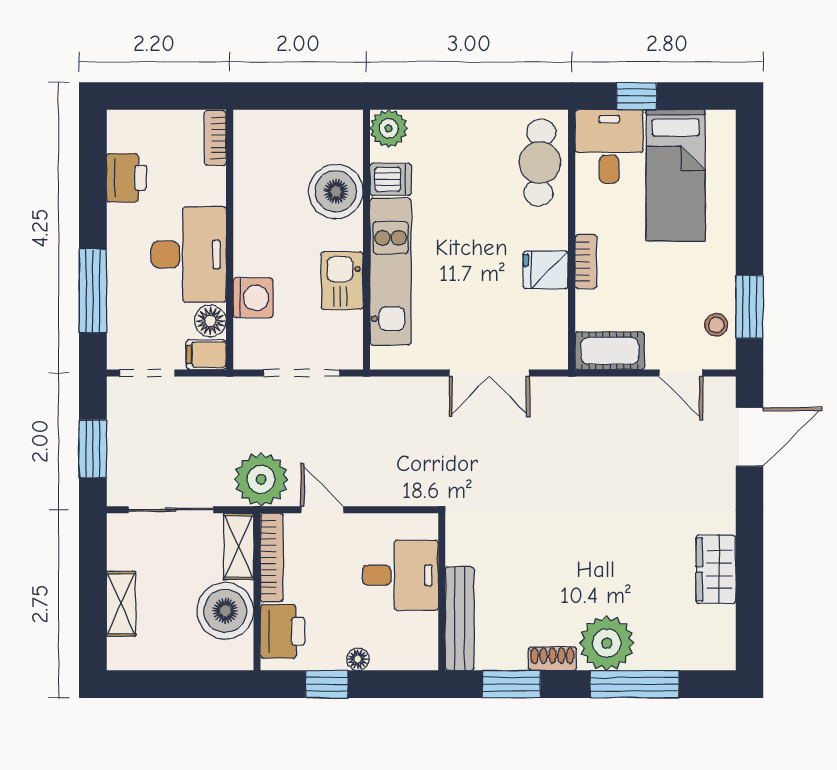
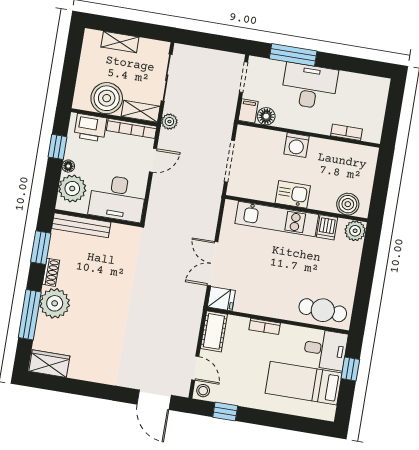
bookcase: (215, 138) -> (346, 132), moved
printer: (126, 178) -> (352, 83), removed
boiler: (336, 191) -> (348, 204), moved, width x0.73, depth x0.73
desk: (189, 255) -> (309, 86), moved, turned 180
fridge: (546, 270) -> (221, 299), moved, turned 90
kitchen sink: (342, 281) -> (293, 194), moved
washing machine: (253, 298) -> (296, 145), moved
window: (749, 307) -> (225, 412), width x0.67
stool: (716, 325) -> (203, 391), moved
door: (681, 373) -> (195, 368), swing flipped
window: (93, 449) -> (207, 41), removed
plant: (261, 479) -> (169, 122), width x0.53, depth x0.53
wardrobe: (716, 569) -> (49, 364), moved
desk: (400, 575) -> (117, 198), width x1.37
plant: (397, 646) -> (72, 189), added

